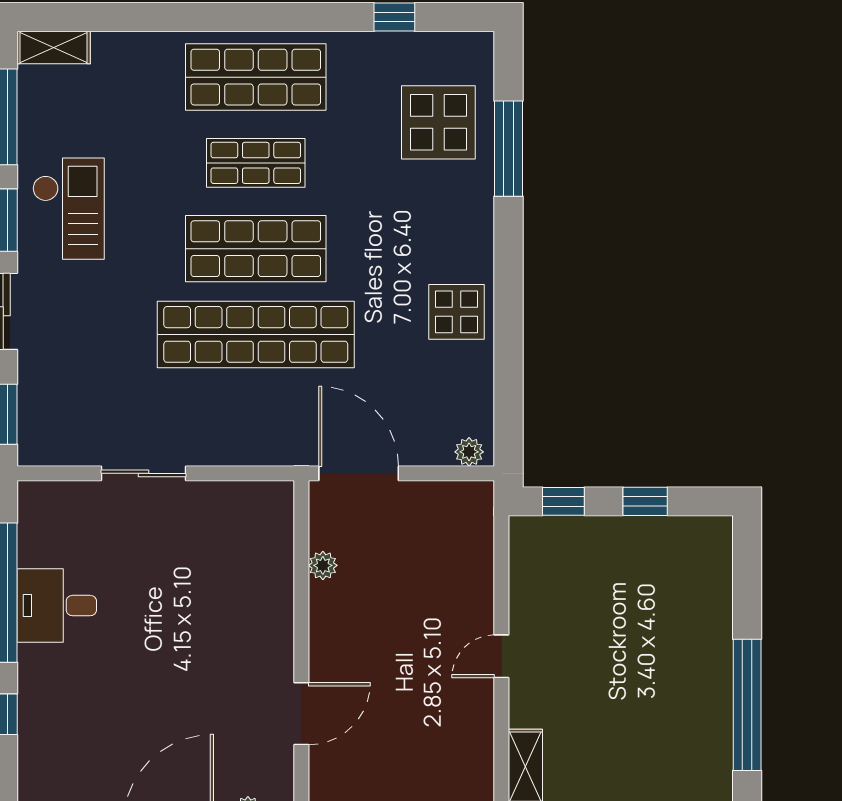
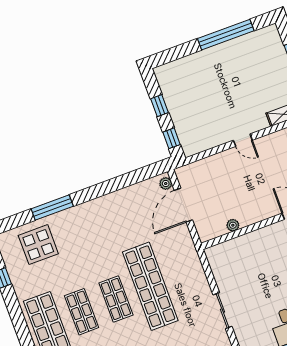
window: (508, 149) -> (52, 208), moved
shop shelf: (256, 249) -> (116, 299), width x0.70, depth x0.74
display table: (456, 312) -> (111, 209), removed
door: (359, 473) -> (183, 205), moved

